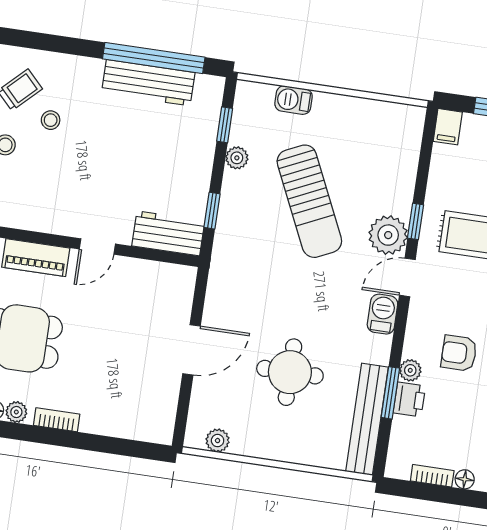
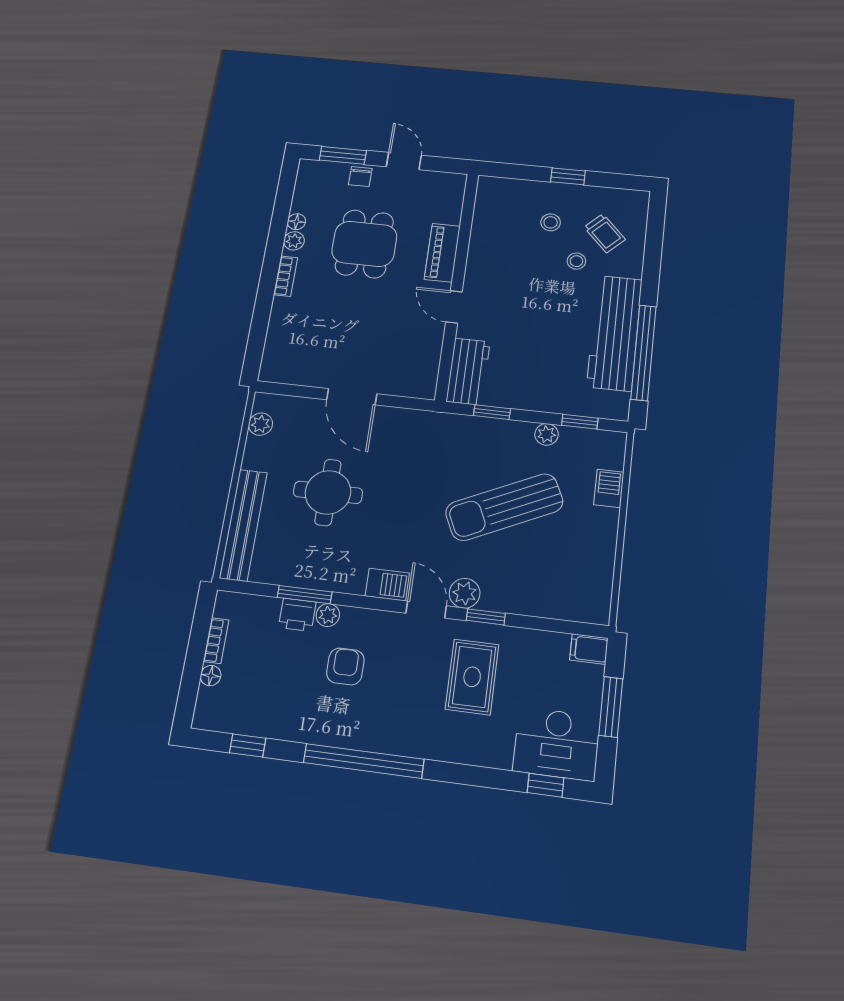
workbench: (148, 83) -> (614, 333), width x1.36, depth x1.32
plant: (388, 235) -> (465, 593), width x0.73, depth x0.73
bench: (367, 419) -> (243, 525), moved, turned 90

